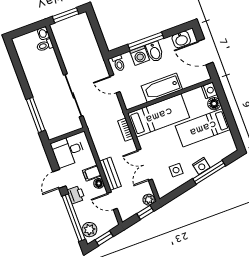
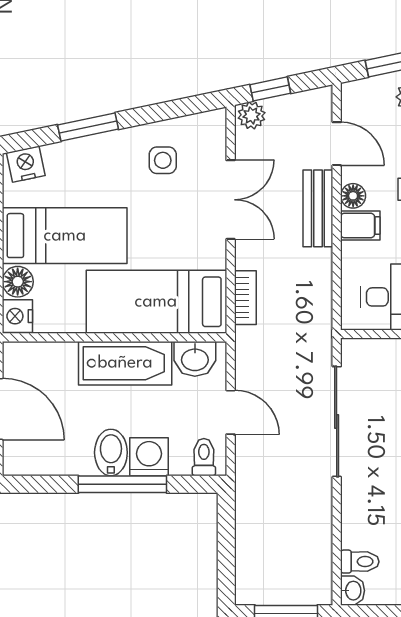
washbasin: (181, 39) -> (195, 359), moved, turned 180
nightstand: (201, 166) -> (26, 164), moved
window: (209, 172) -> (88, 127), width x0.69

